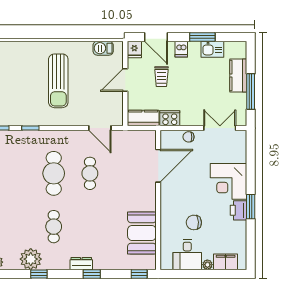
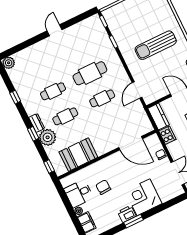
cafe table: (90, 227) -> (65, 116), added
plant: (31, 259) -> (48, 137), moved

